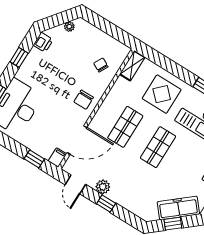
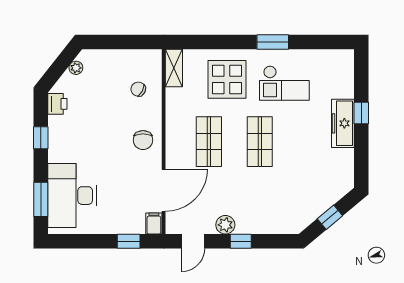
door: (75, 184) -> (193, 241), hinge flipped
freezer: (178, 208) -> (325, 196), removed

